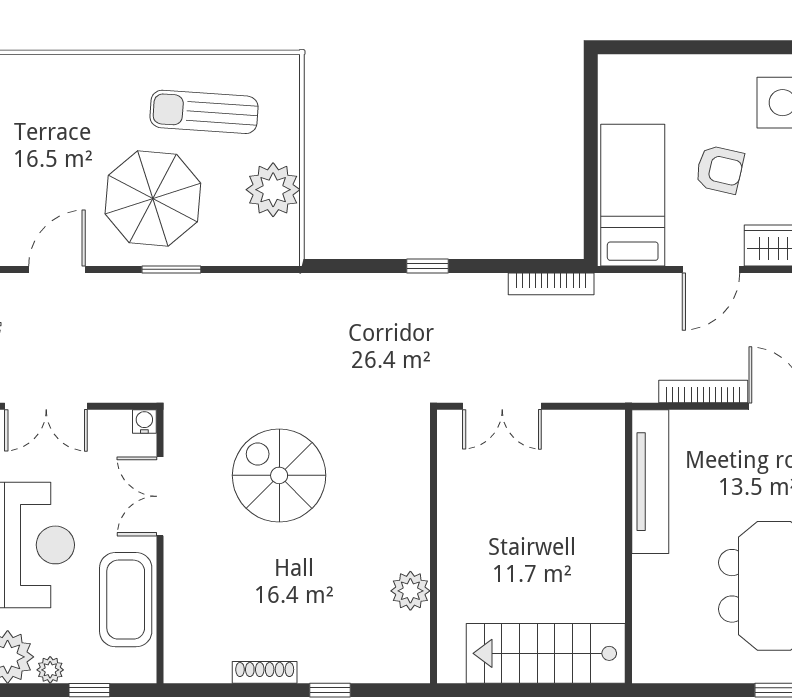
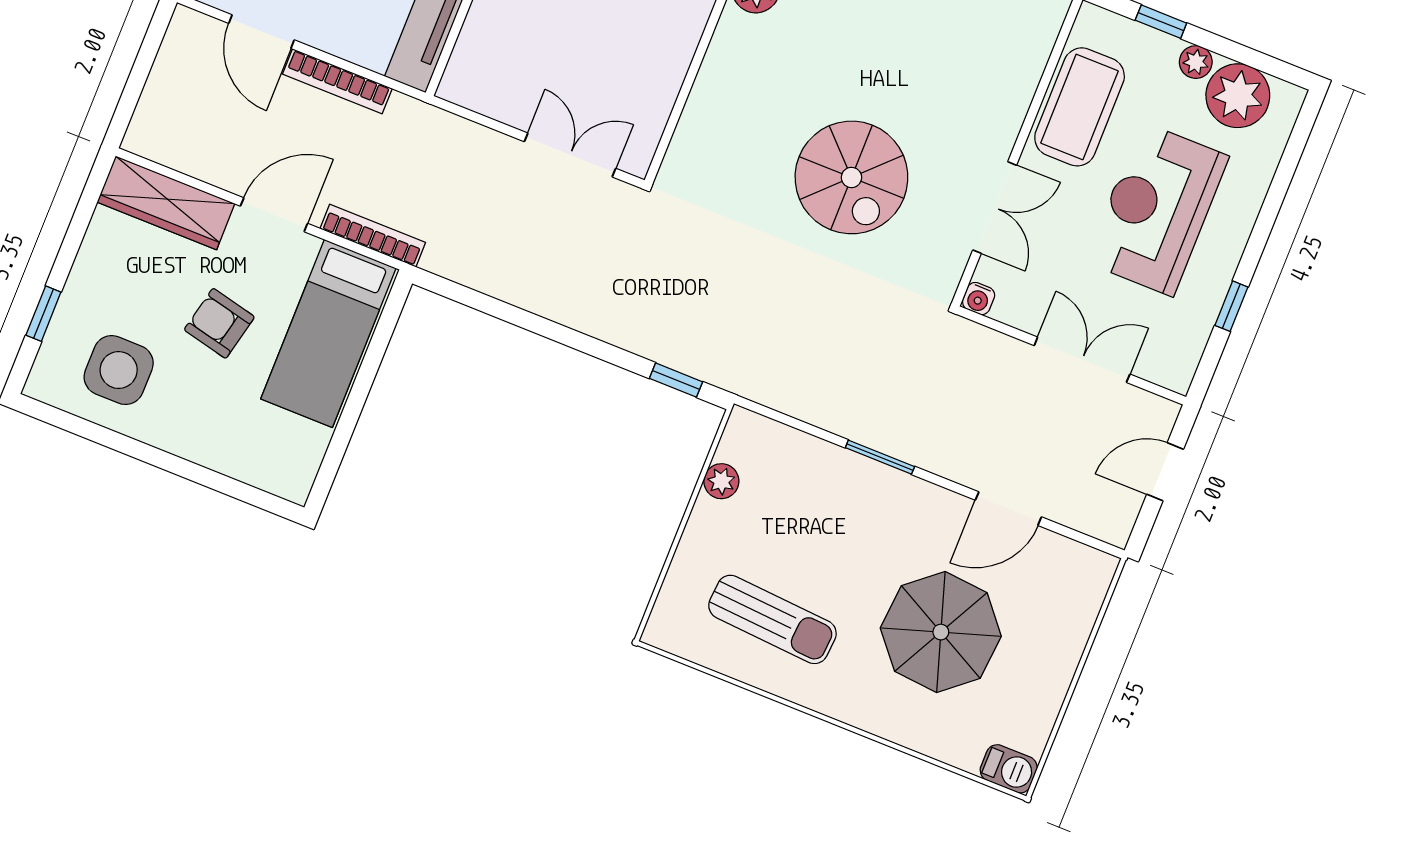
plant: (273, 190) -> (721, 481), width x0.53, depth x0.53
parasol: (153, 198) -> (941, 632), moved
window: (428, 266) -> (676, 380), moved
bookcase: (551, 284) -> (373, 236), moved

